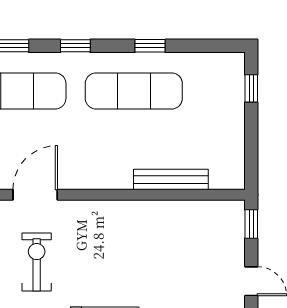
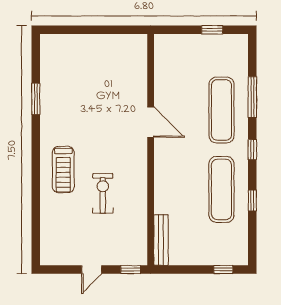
bench: (171, 179) -> (161, 240), moved
exercise bike: (37, 262) -> (103, 193), moved, turned -90

